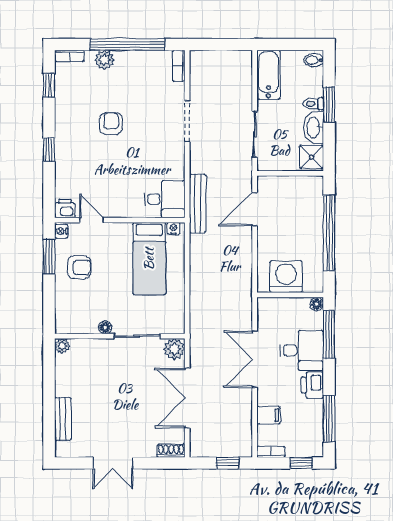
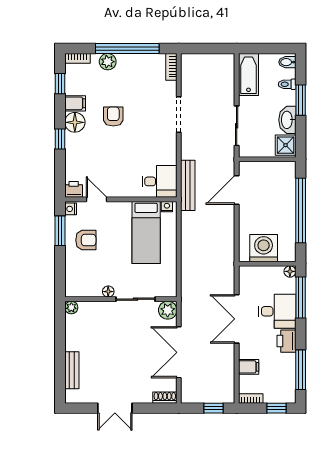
toilet: (313, 104) -> (287, 84), moved
filing cabinet: (67, 108) -> (75, 103), added
floor lamp: (66, 130) -> (75, 122), added

